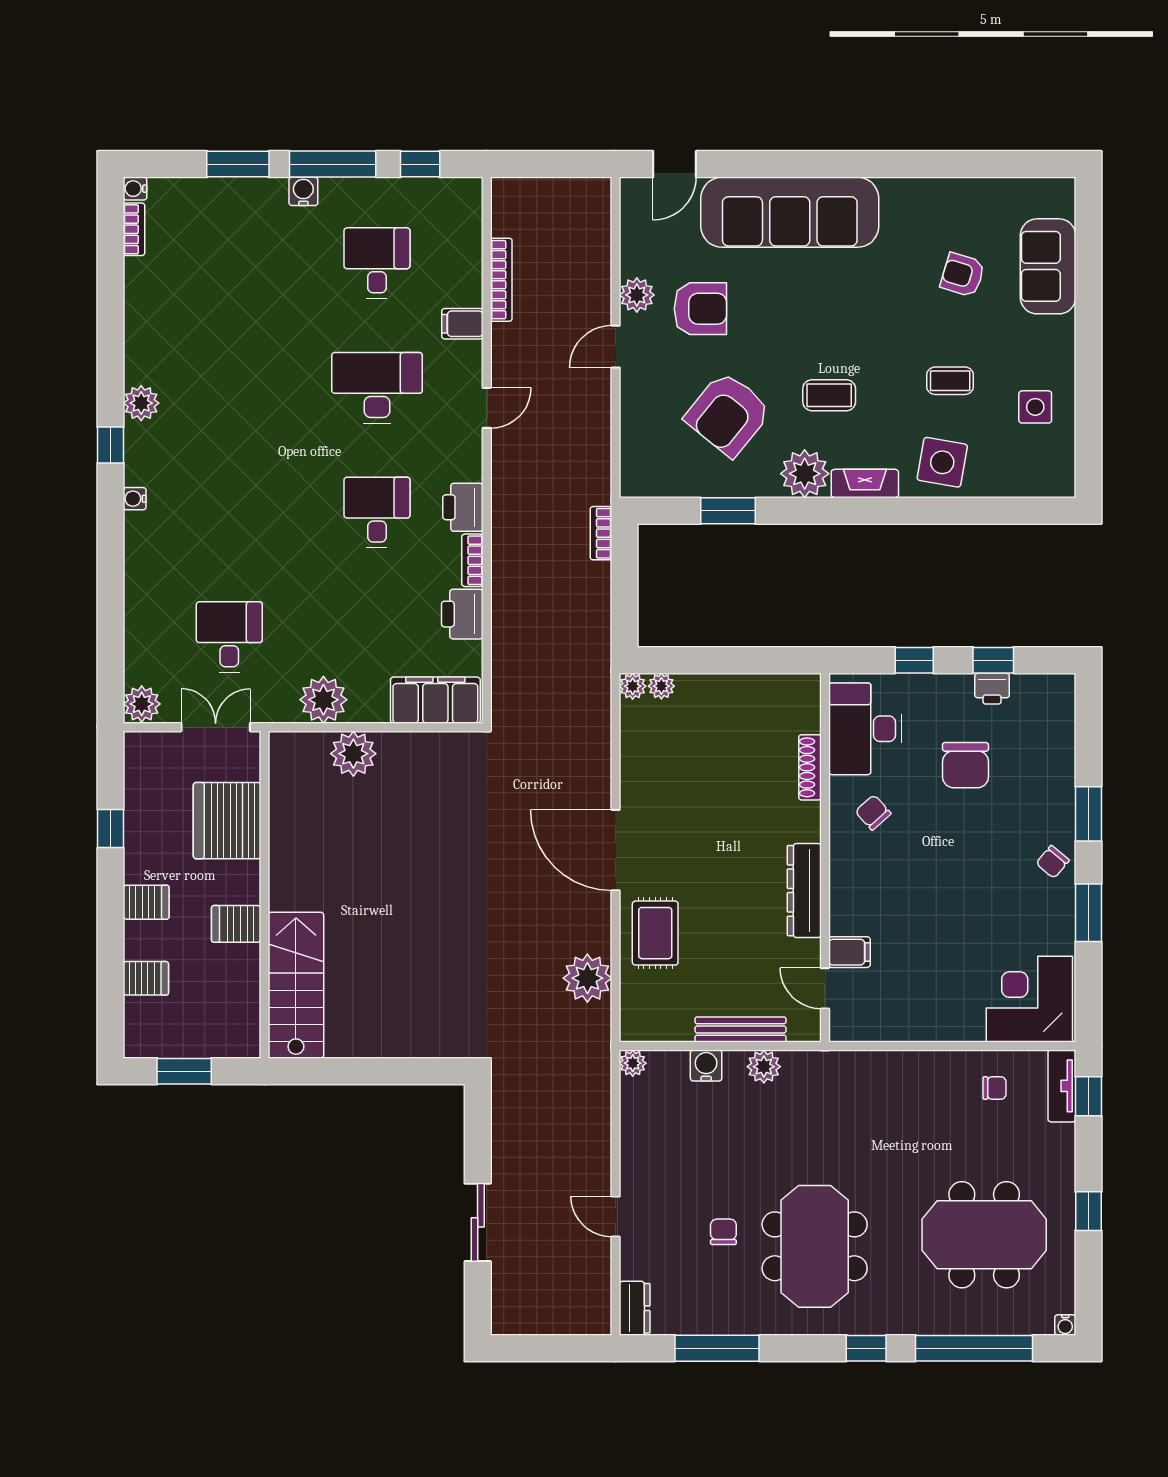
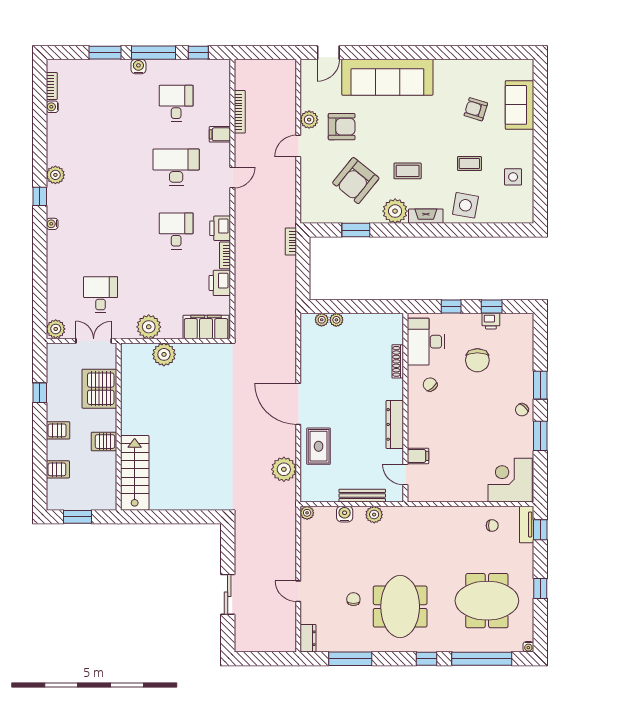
water cooler: (135, 189) -> (52, 107), moved
plant: (633, 686) -> (336, 320), moved

